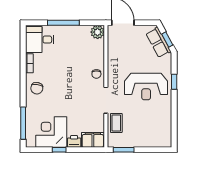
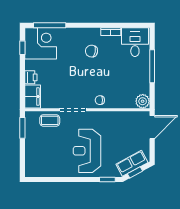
window: (174, 82) -> (107, 179), moved
chair: (37, 88) -> (92, 51), moved
corner desk: (51, 132) -> (41, 43), moved
window: (59, 150) -> (22, 48), moved

